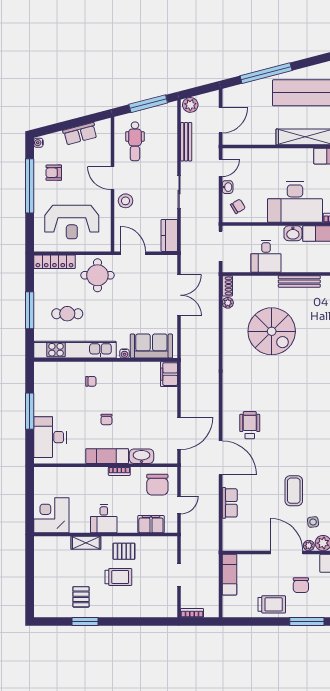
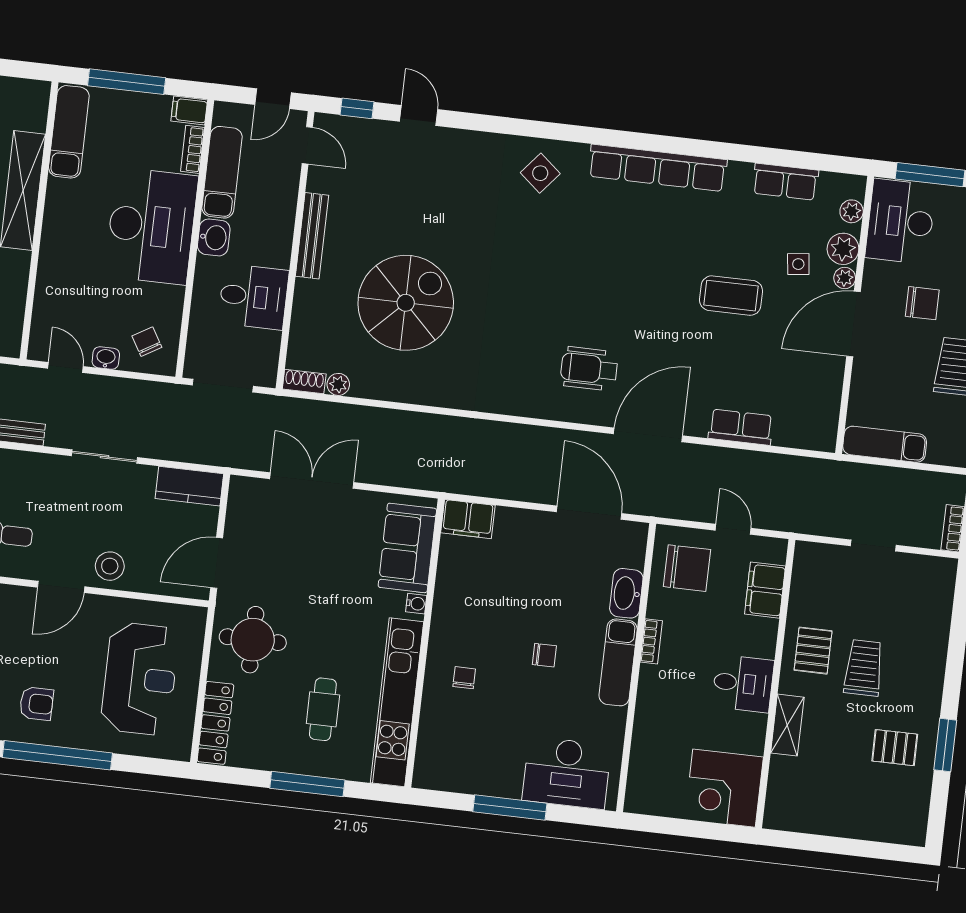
armchair: (54, 173) -> (36, 704), turned -90

